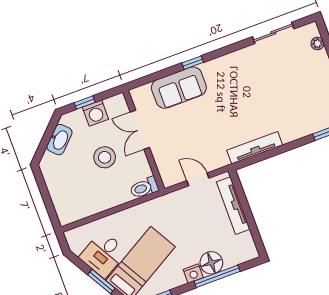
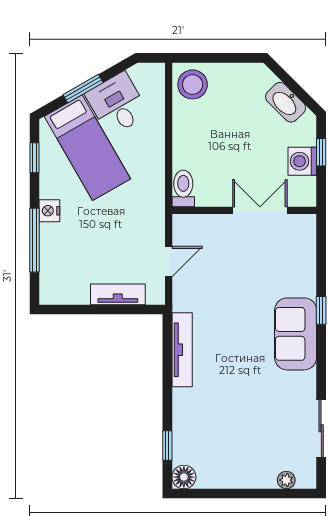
sofa: (179, 88) -> (296, 334), moved
stool: (105, 157) -> (193, 84), moved
tv unit: (233, 206) -> (118, 294), width x0.71
floor lamp: (211, 263) -> (55, 239), removed

